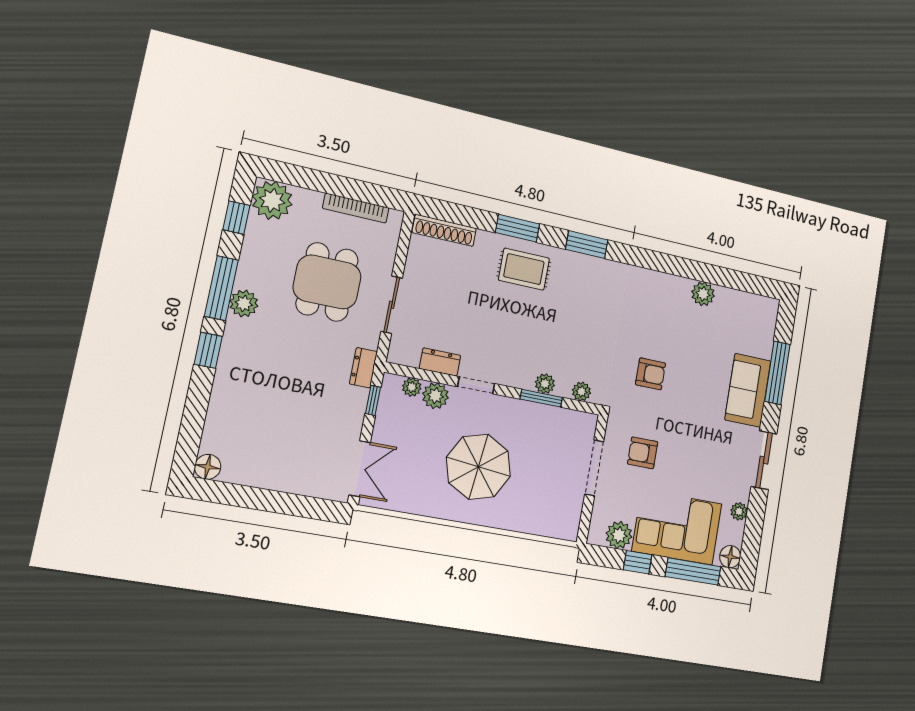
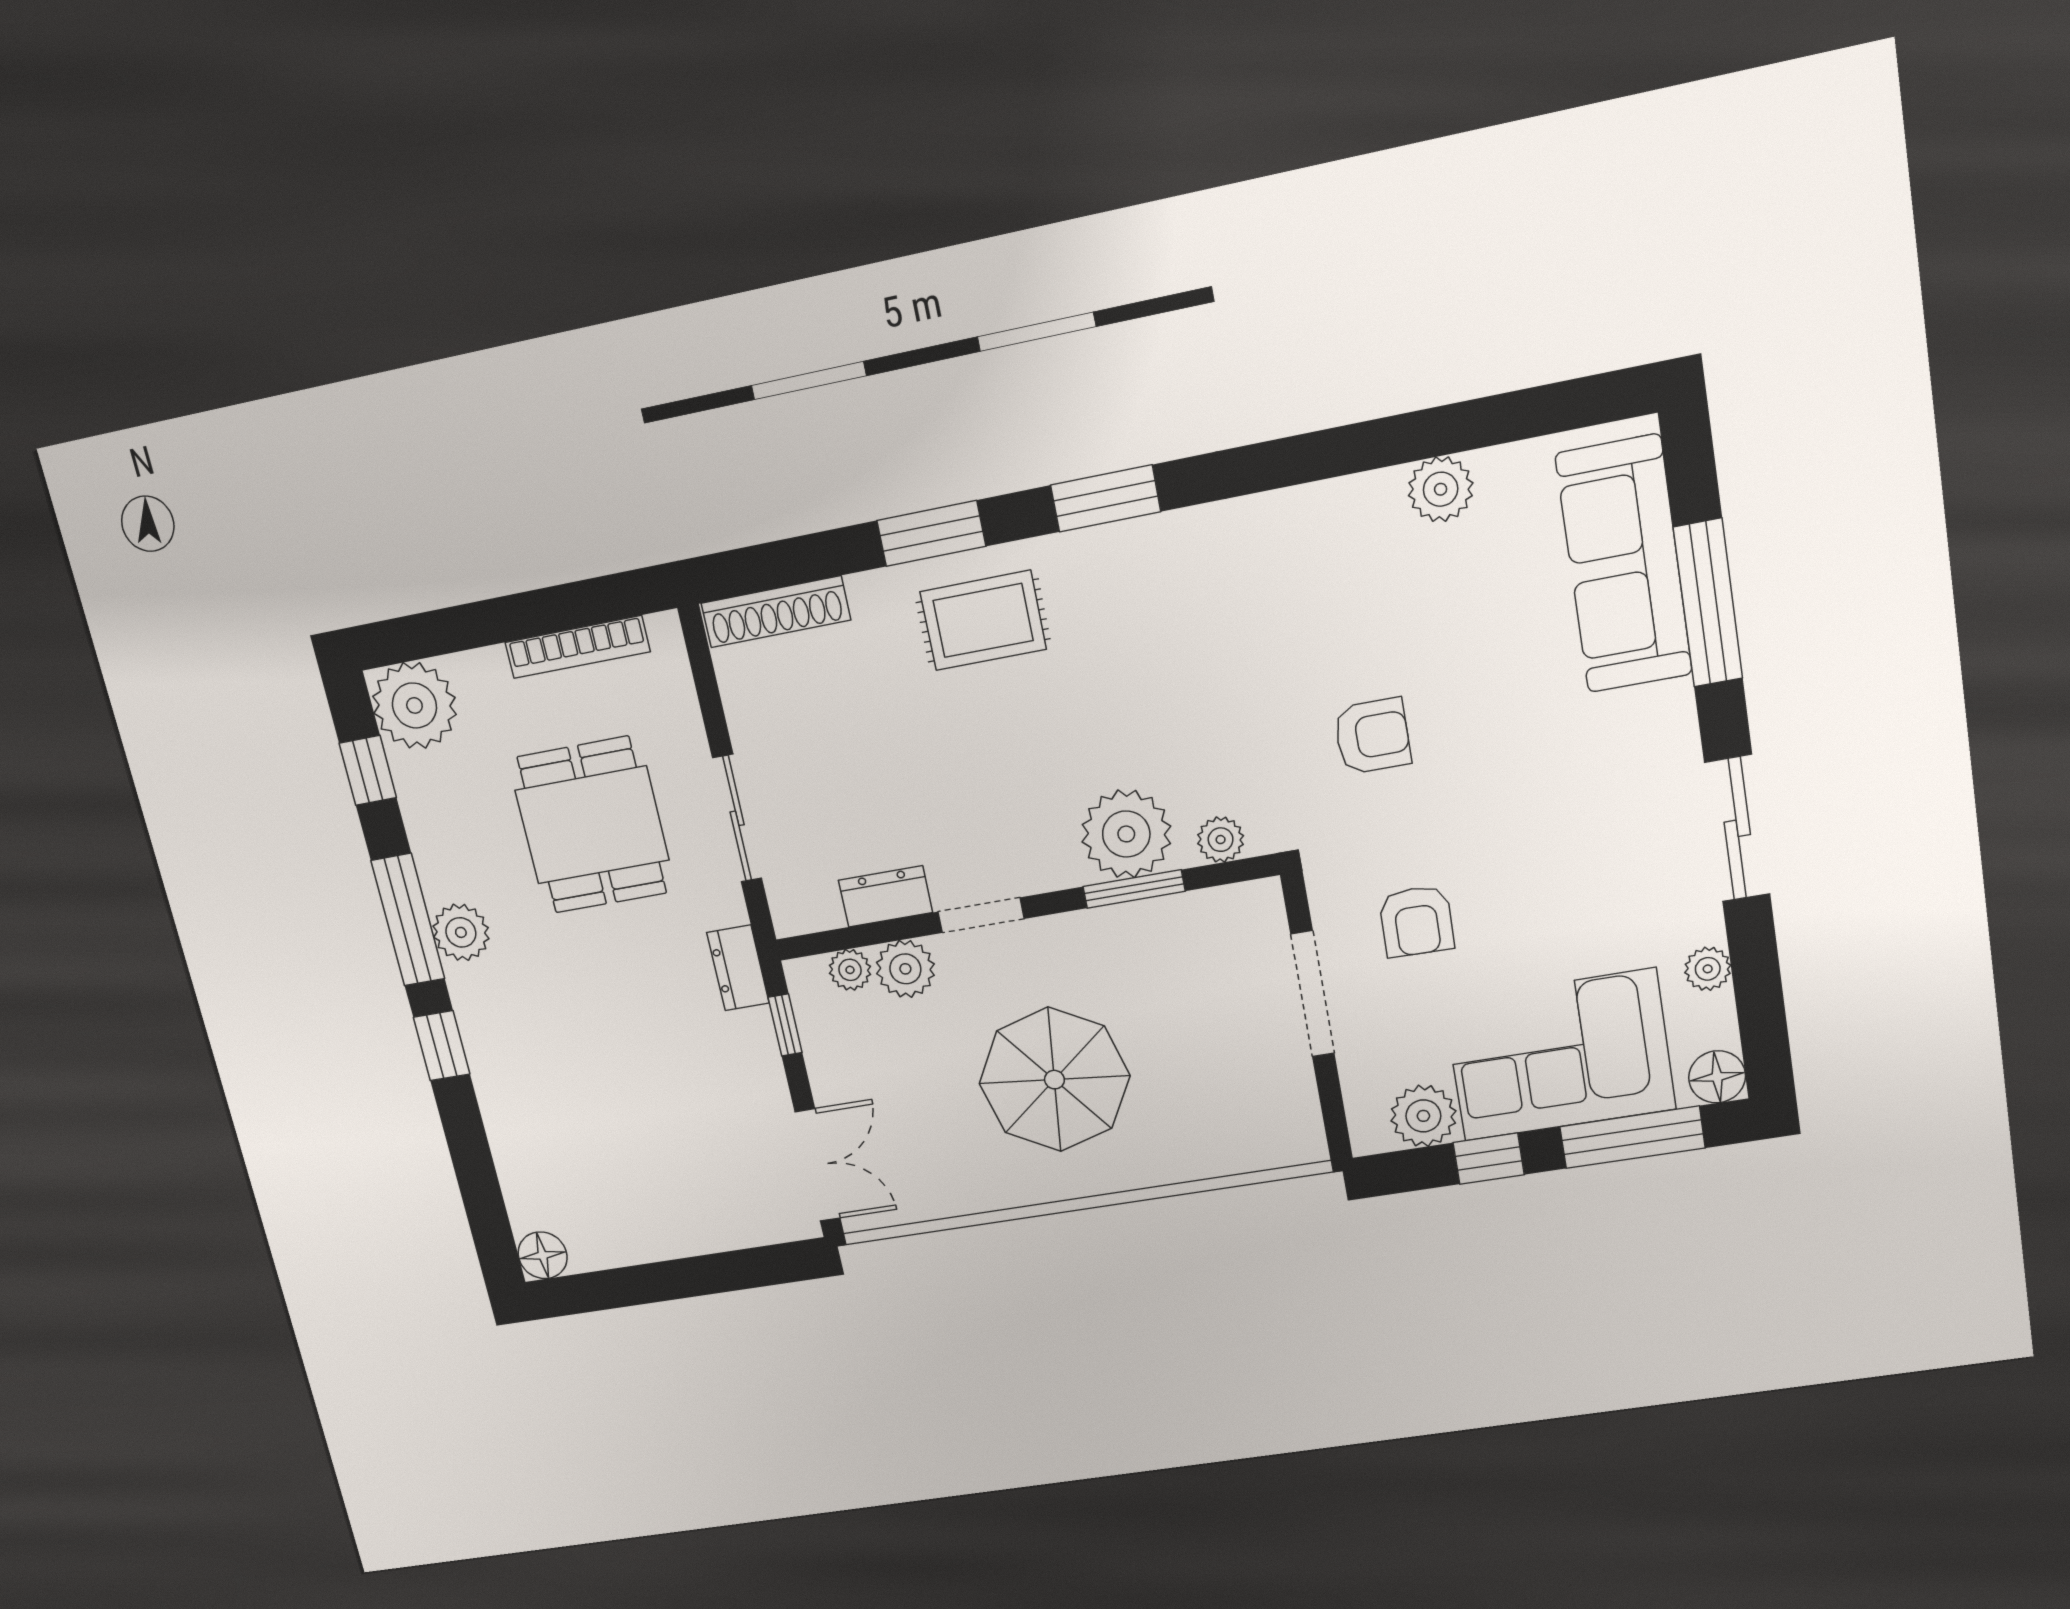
plant: (545, 384) -> (1126, 834), width x1.87, depth x1.87
sofa: (748, 390) -> (1624, 565), moved, width x1.36
armchair: (643, 453) -> (1417, 921), turned -89

